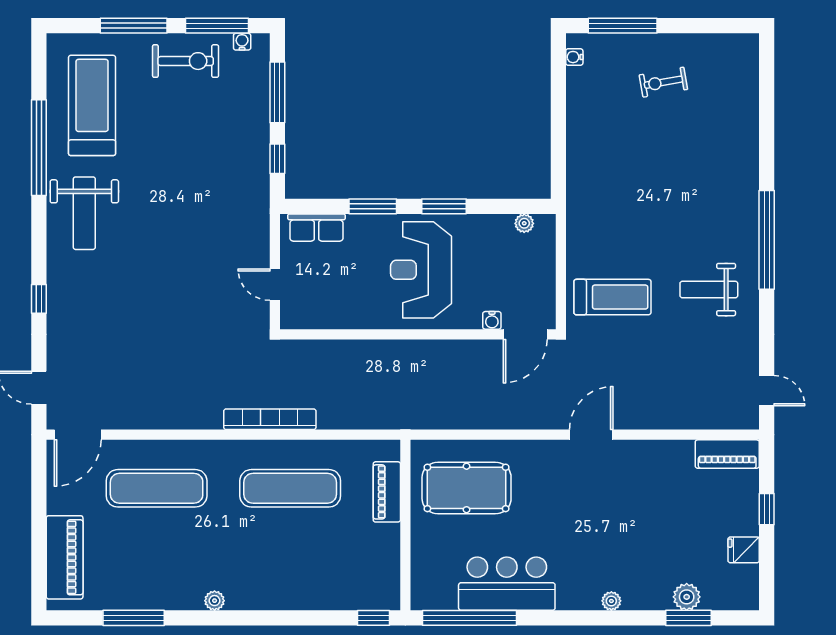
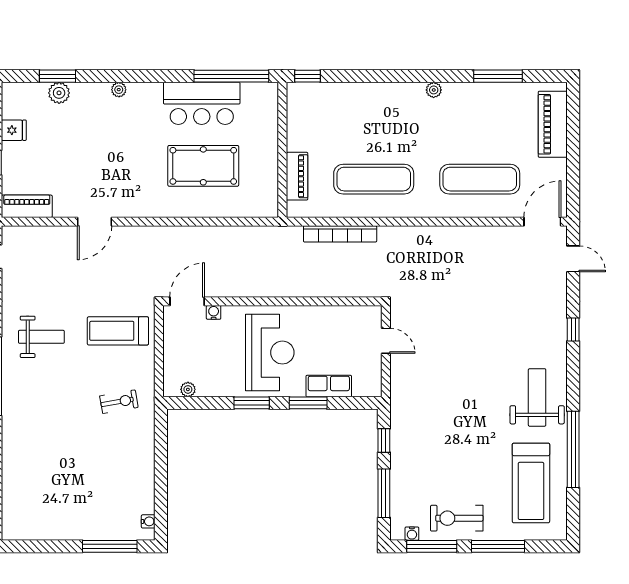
exercise bike: (663, 82) -> (119, 402), moved
row of seats: (316, 228) -> (329, 386), moved
bookcase: (270, 419) -> (340, 234), moved
door: (591, 435) -> (95, 222), moved
pool table: (467, 488) -> (203, 166), moved

